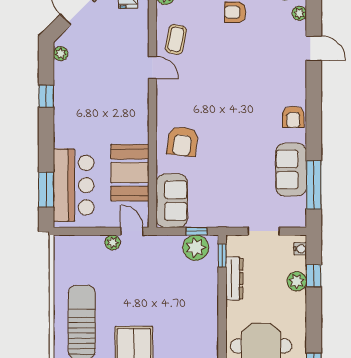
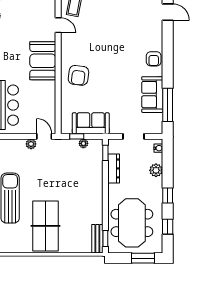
booth: (130, 173) -> (43, 61), moved
sofa: (172, 201) -> (91, 123), moved, turned -90
window: (197, 231) -> (77, 136), moved
plant: (196, 248) -> (83, 143), width x0.53, depth x0.53
window: (314, 276) -> (168, 195), moved

